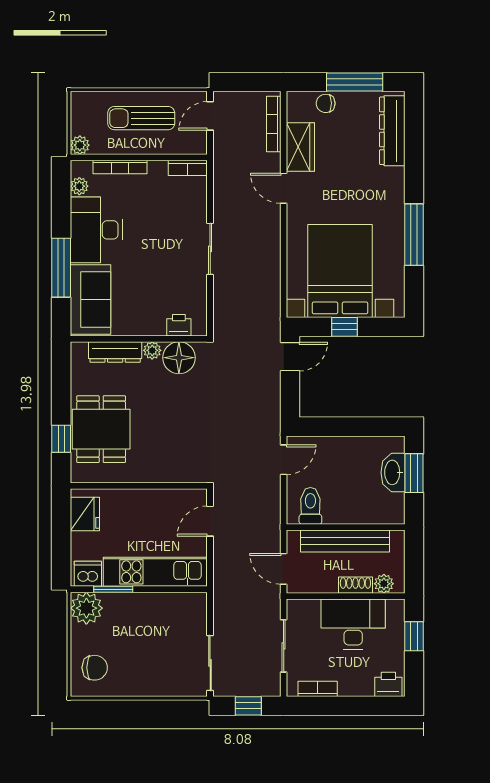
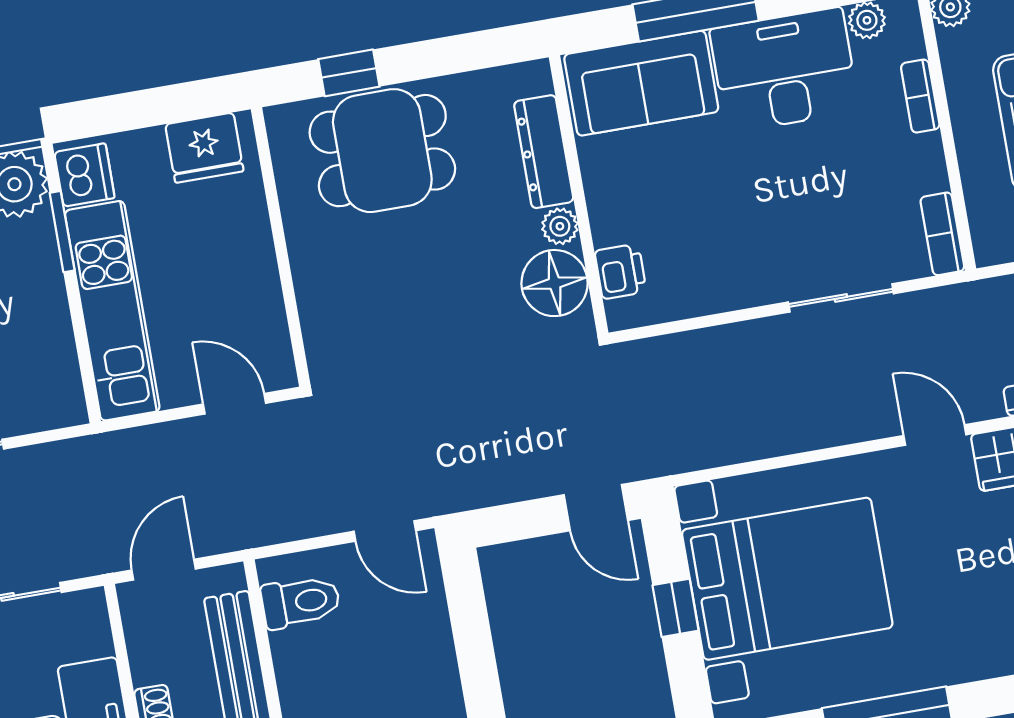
bookcase: (120, 167) -> (920, 96), width x0.64
door: (284, 188) -> (935, 435), hinge flipped
sliding door: (210, 249) -> (841, 298), moved

